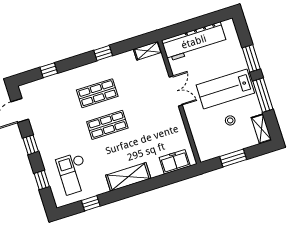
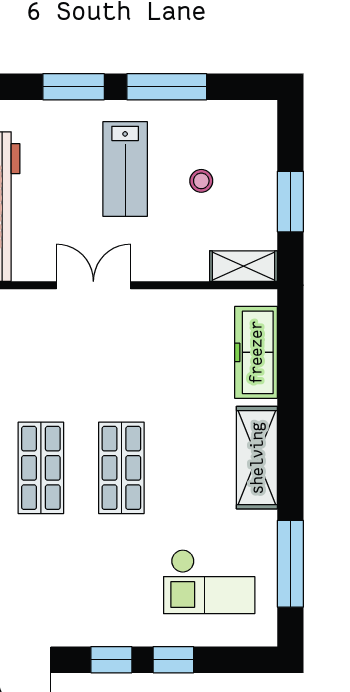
lab bench: (225, 89) -> (125, 169), width x0.73, depth x0.72
shelving: (261, 129) -> (243, 266), moved
freezer: (175, 162) -> (256, 352), width x1.40
window: (42, 180) -> (173, 660), moved
window: (91, 203) -> (290, 564), width x2.17

